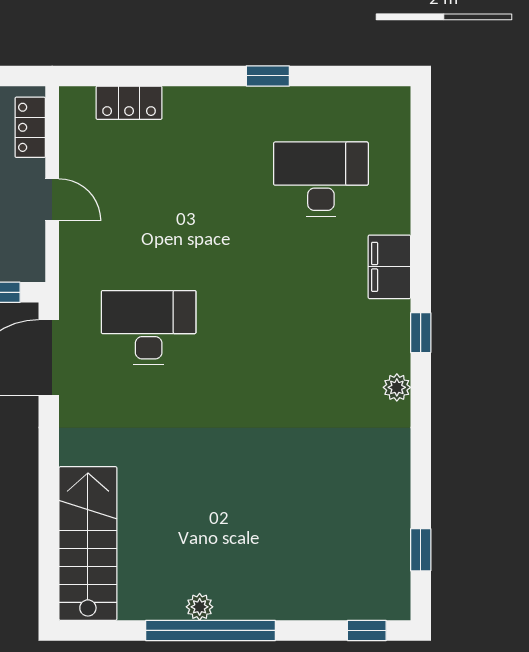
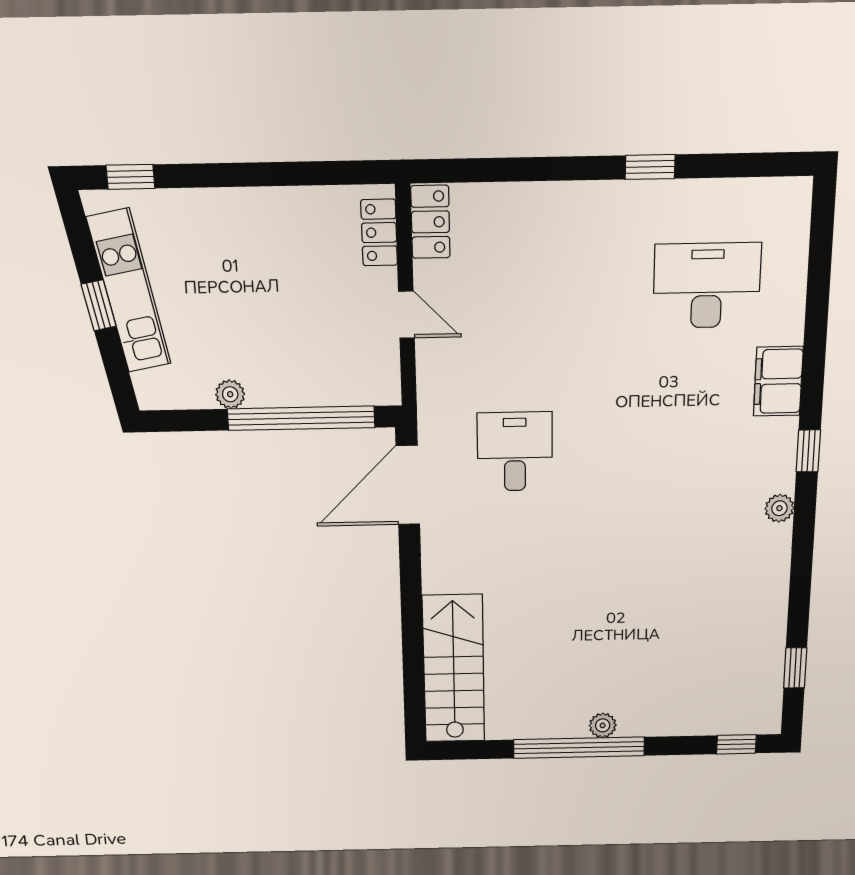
locker: (129, 103) -> (430, 222), moved, turned -90
desk: (149, 328) -> (515, 452), width x0.73
plant: (200, 607) -> (603, 725), moved

